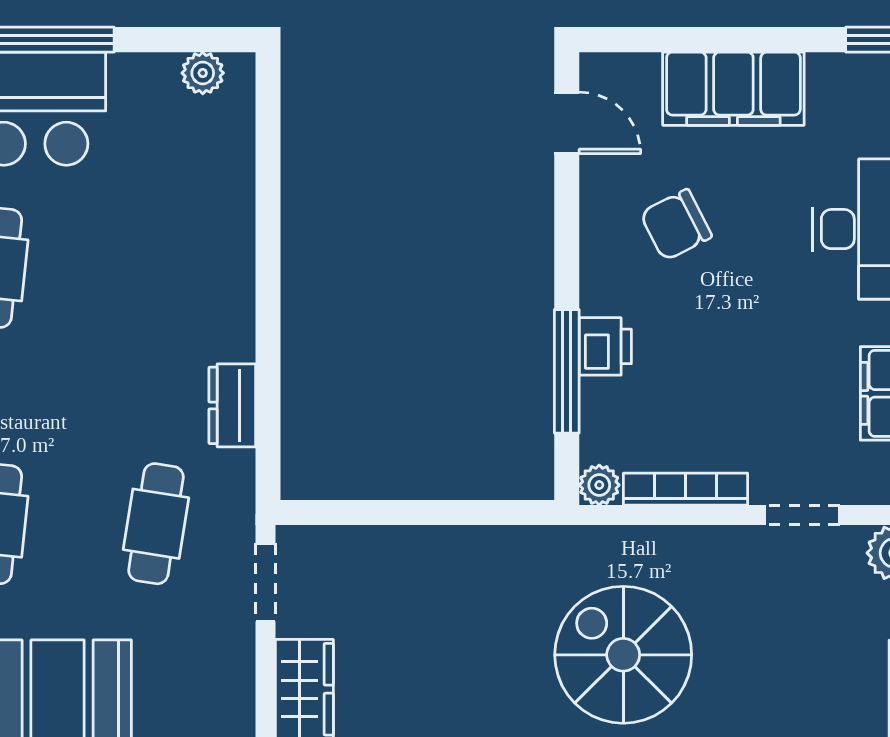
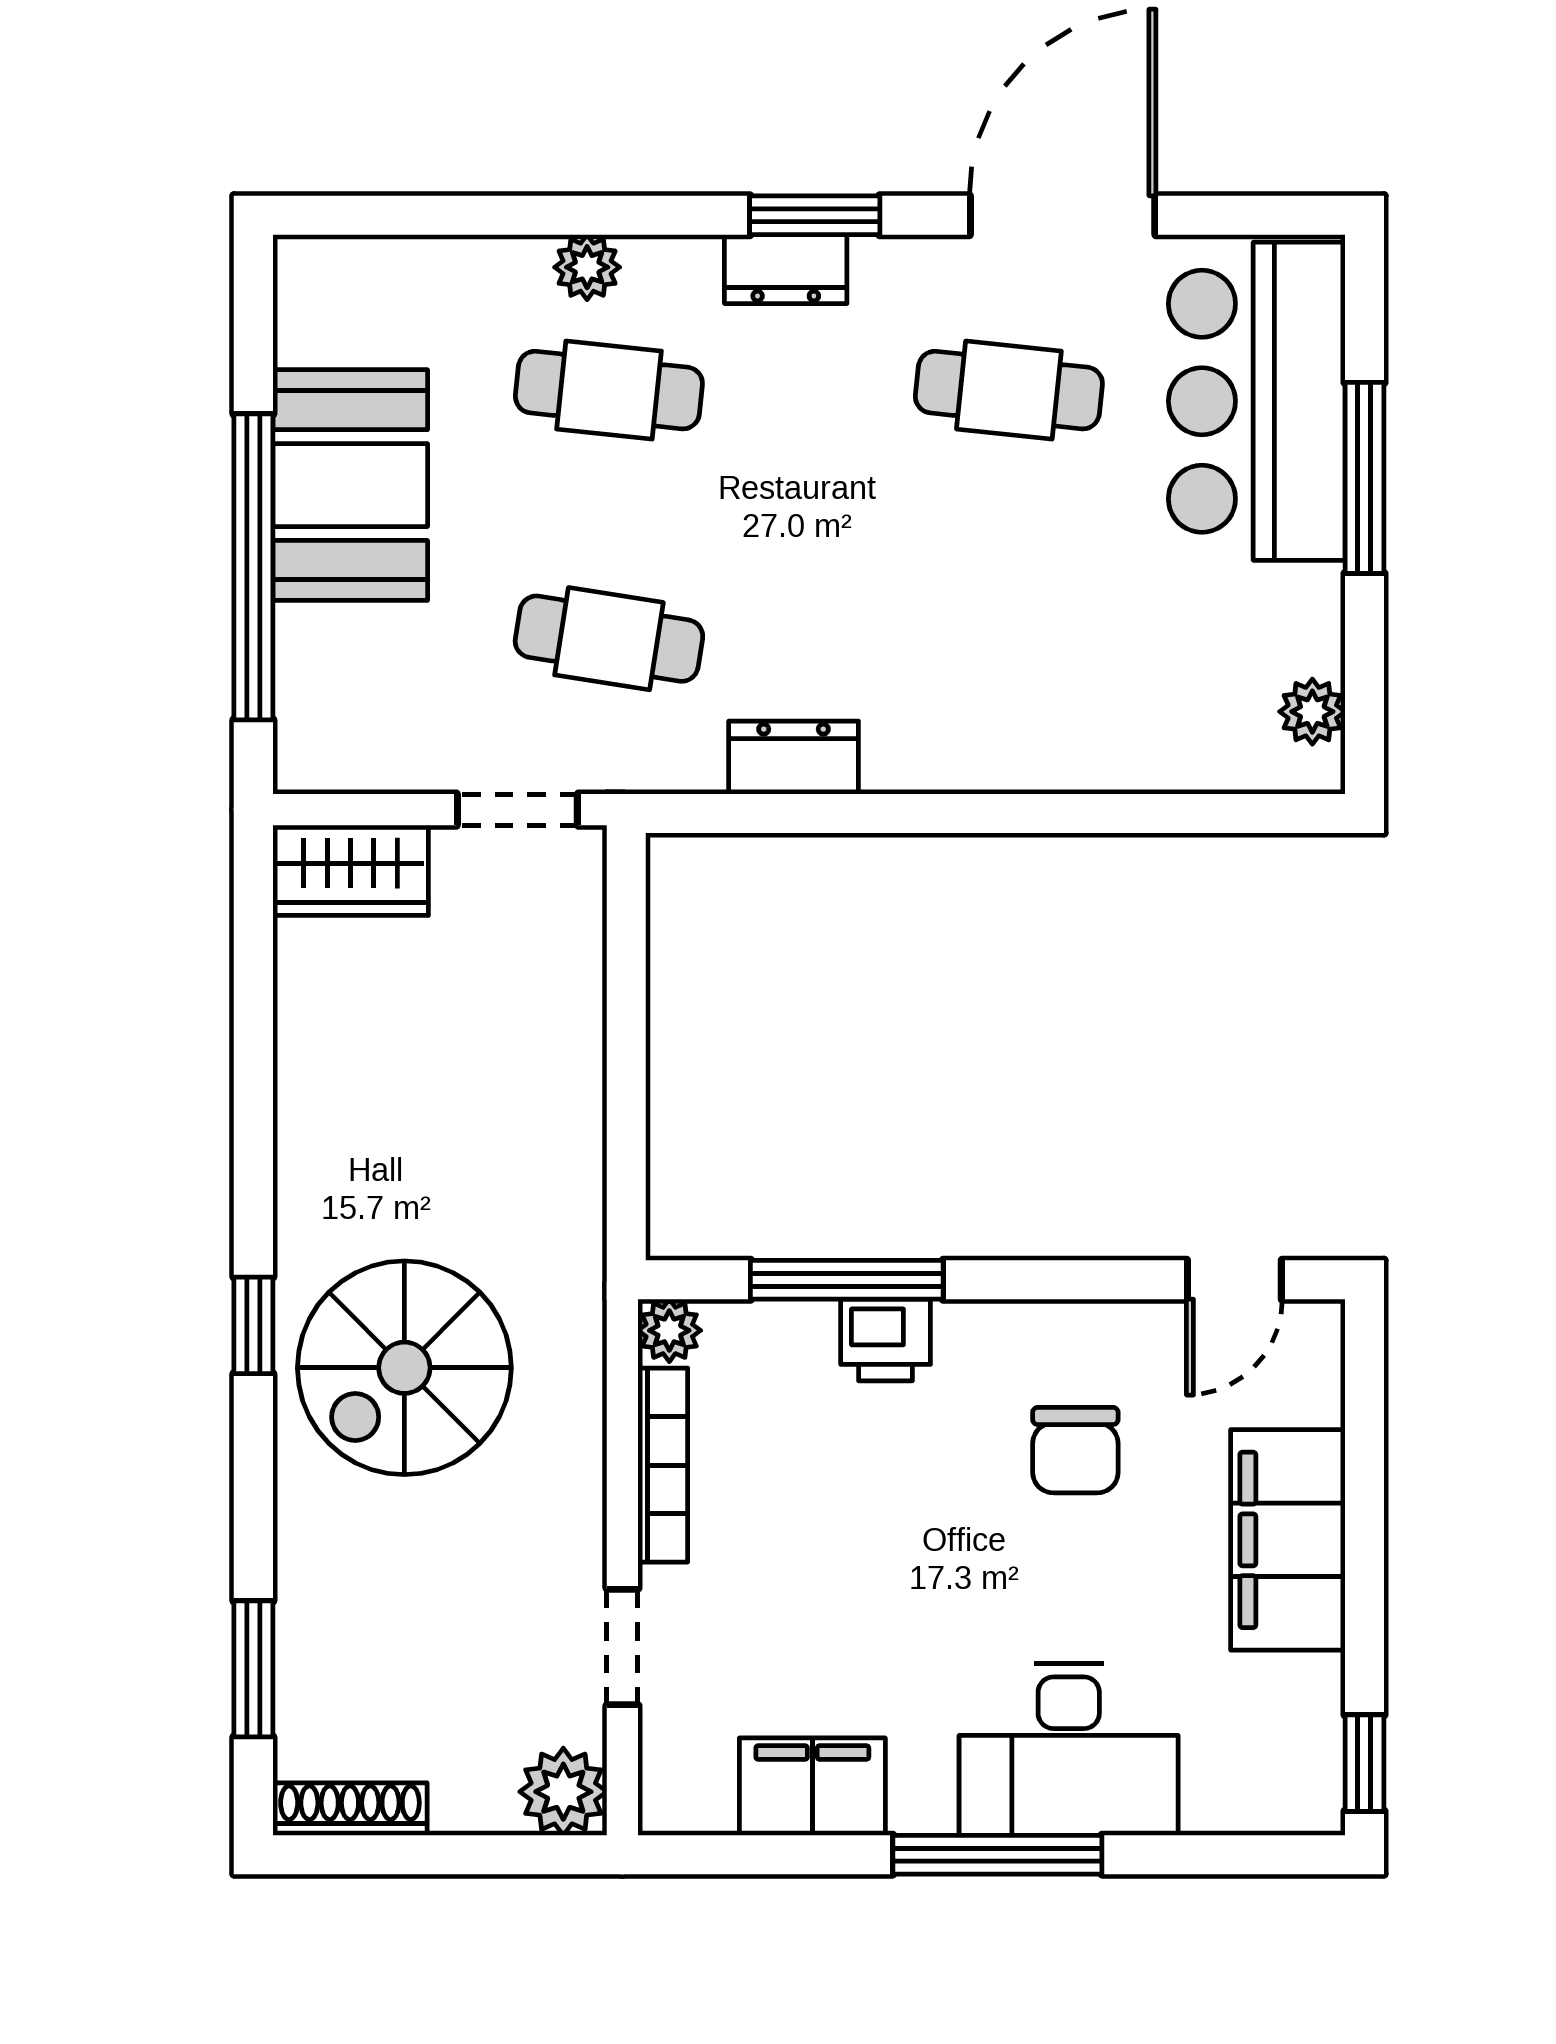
chair: (676, 225) -> (1075, 1450), turned -153
spiral stairs: (623, 655) -> (404, 1368), turned 180

